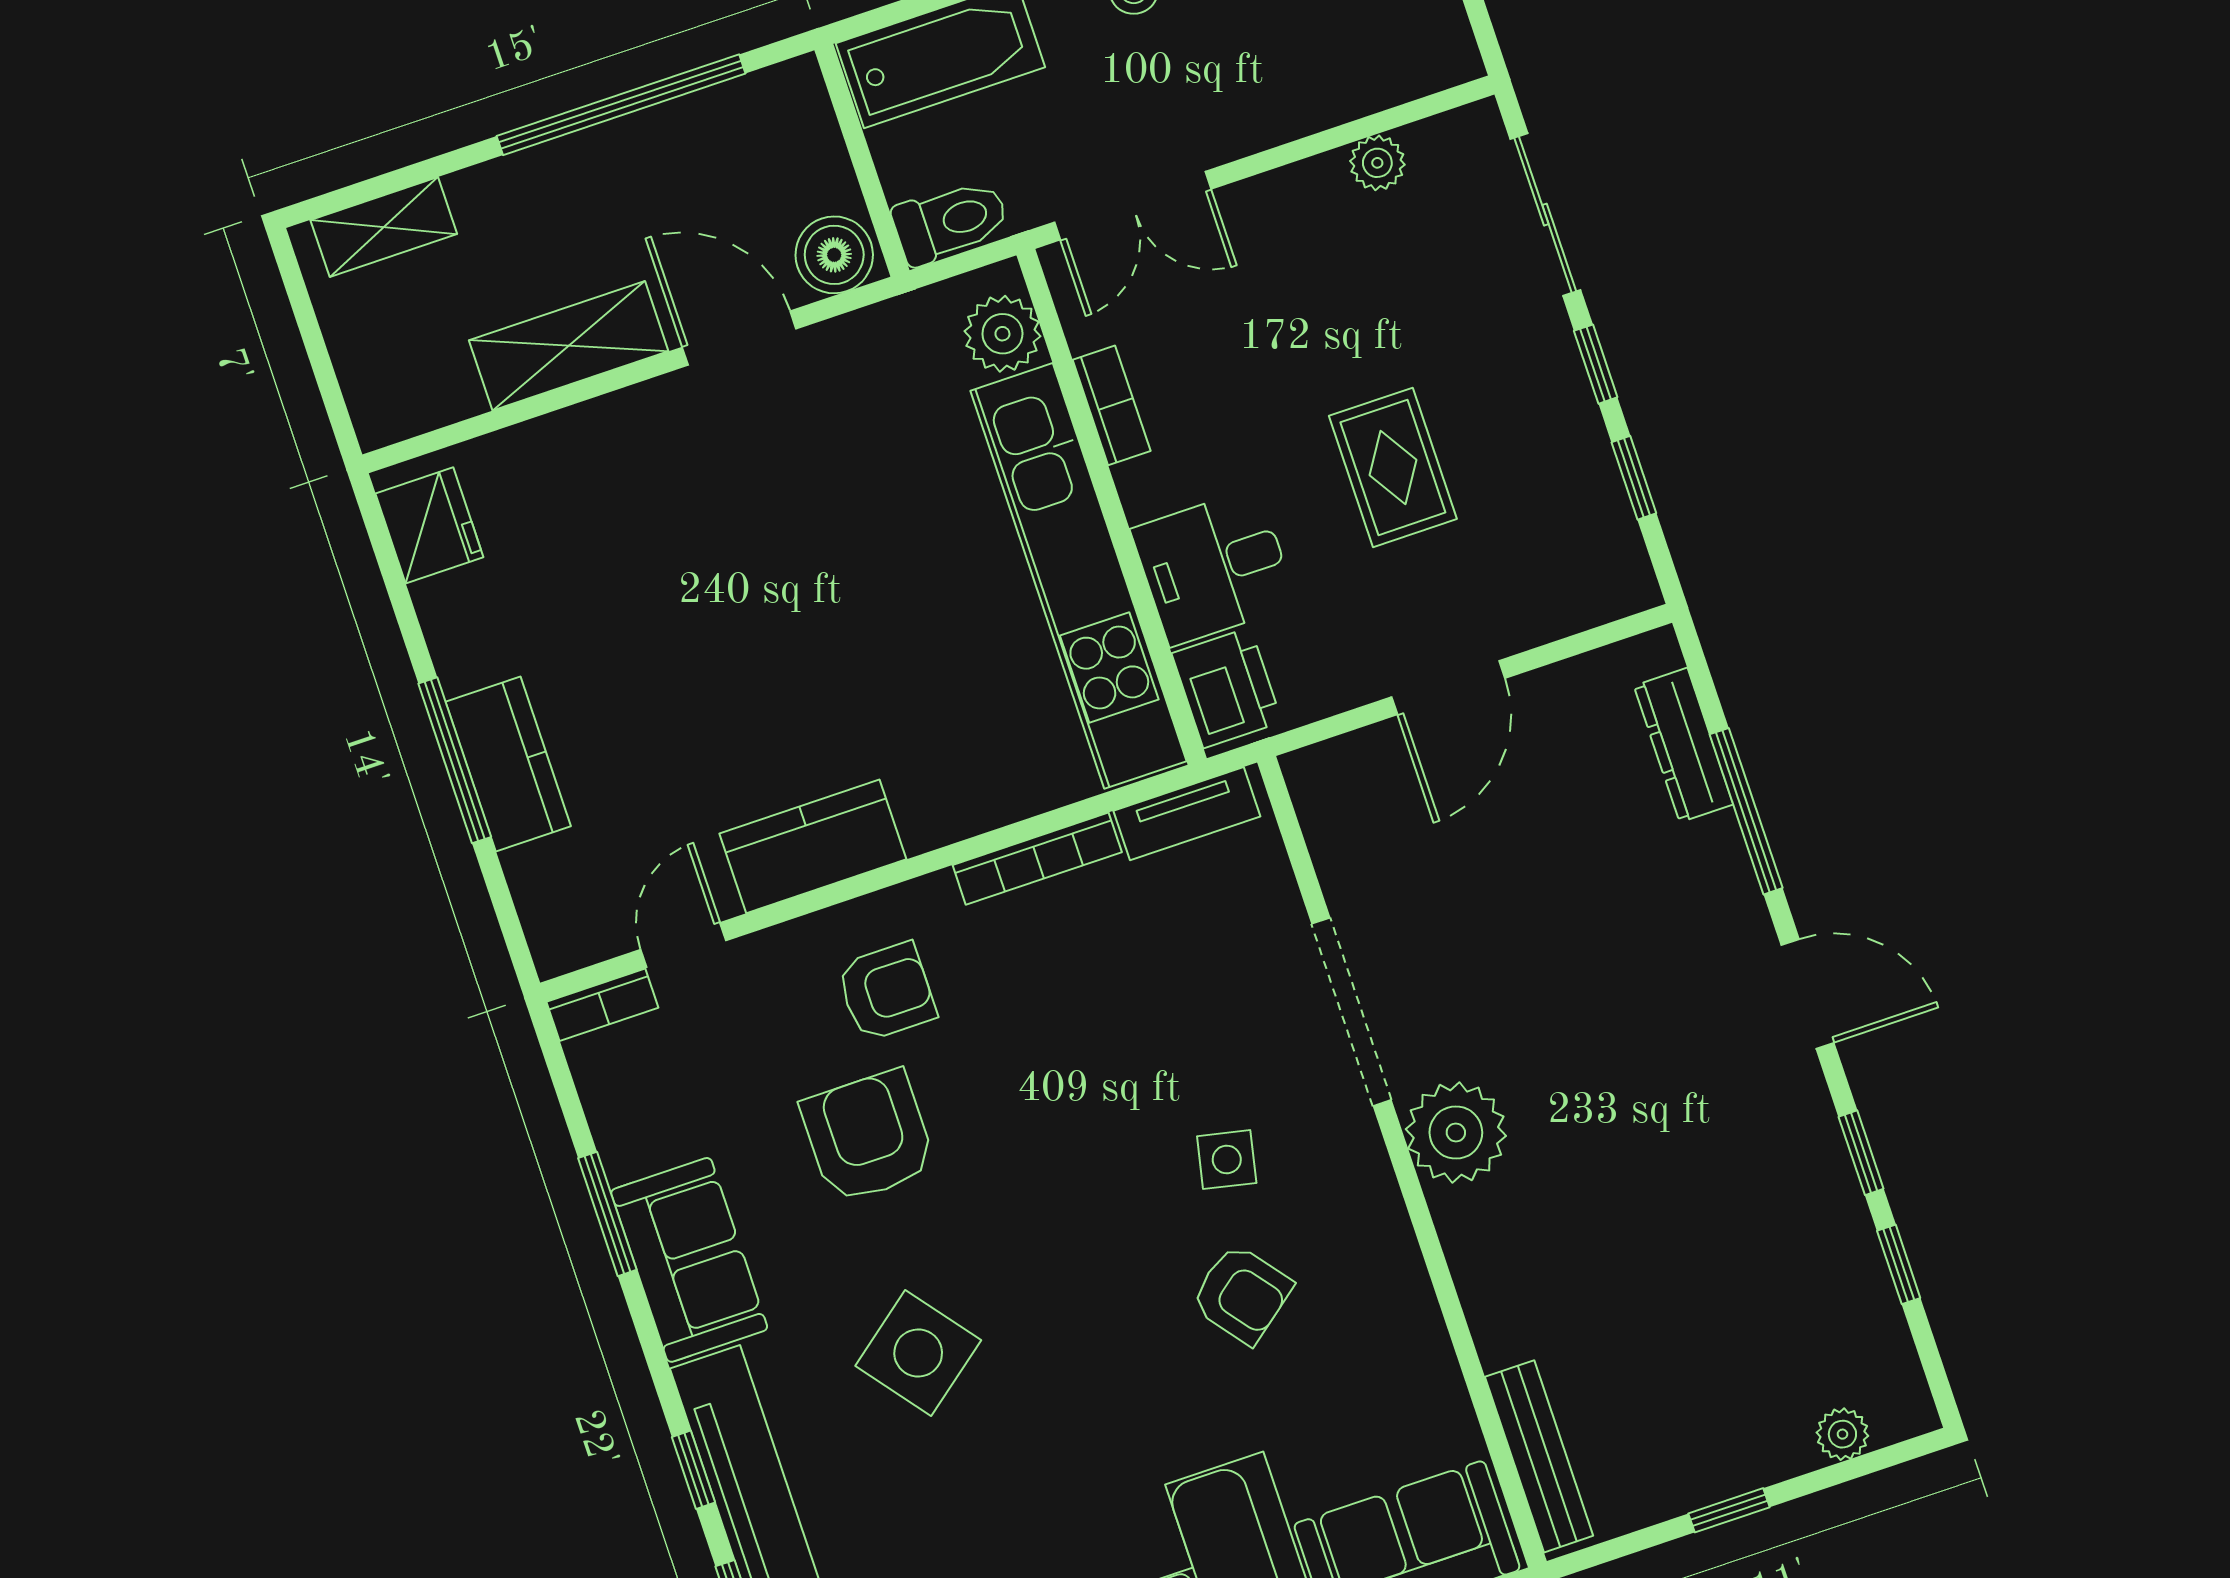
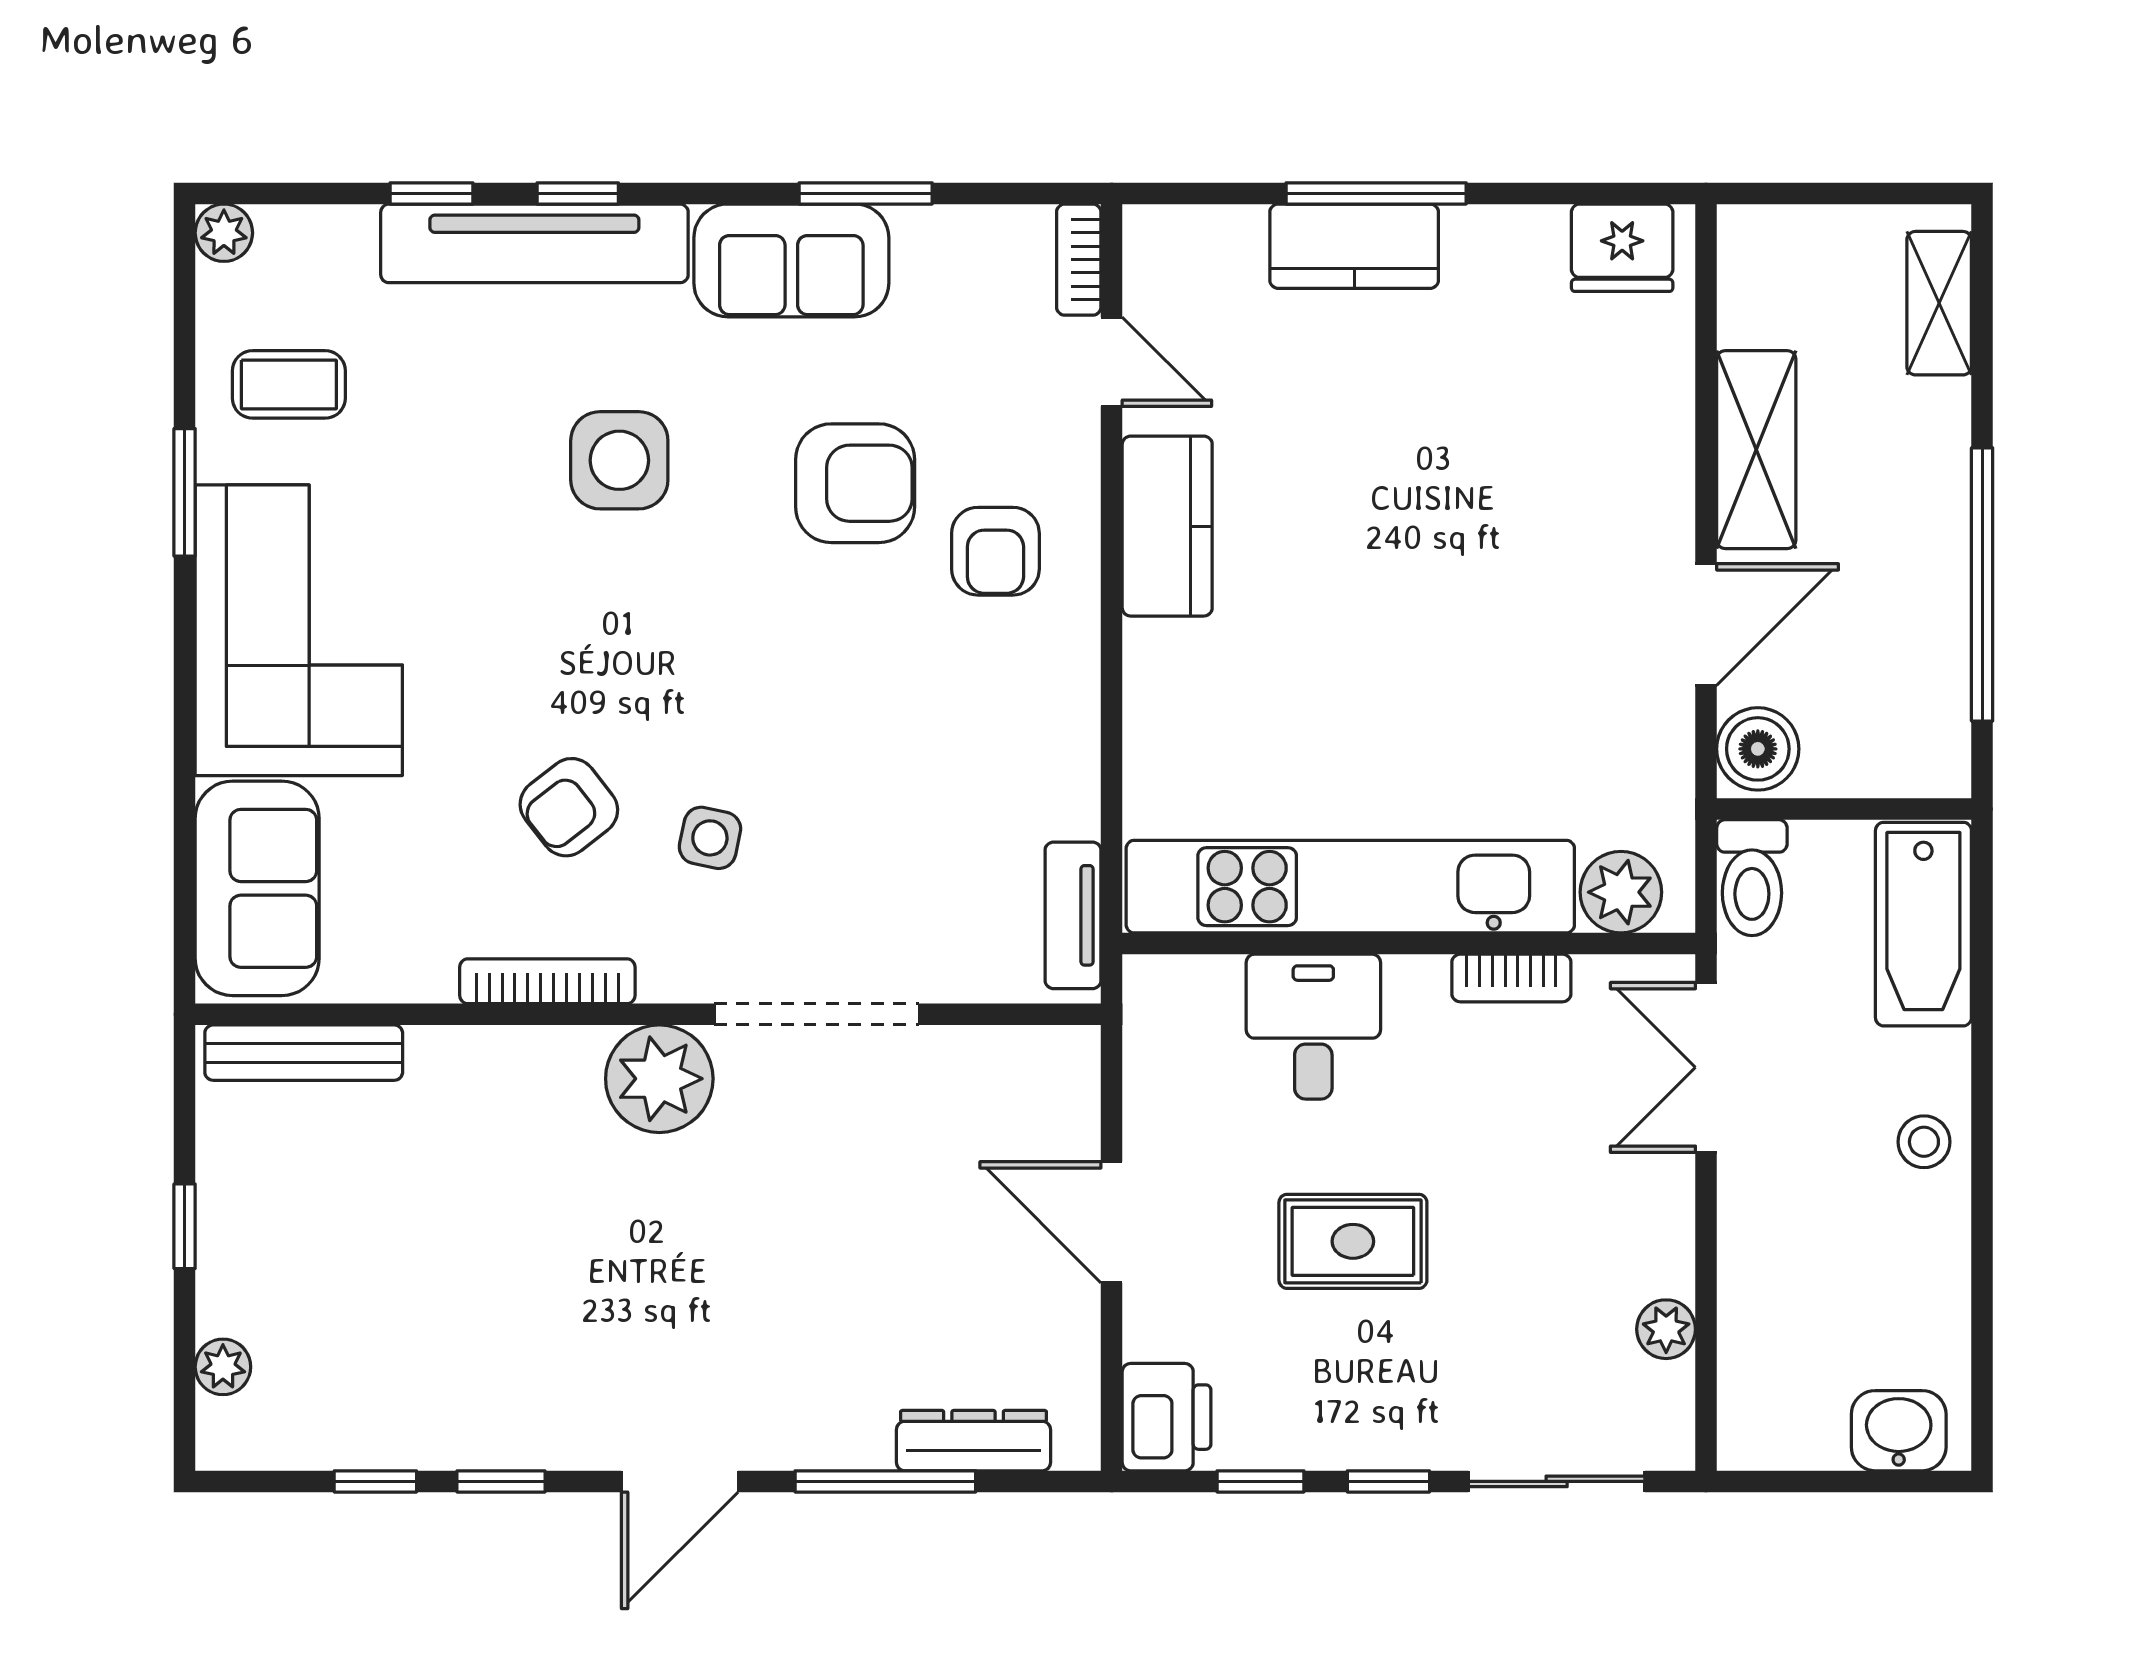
printer: (1227, 688) -> (1167, 1417), moved, turned -90
bookcase: (1037, 859) -> (547, 981), moved, turned 90
side table: (918, 1353) -> (619, 460), turned 38

